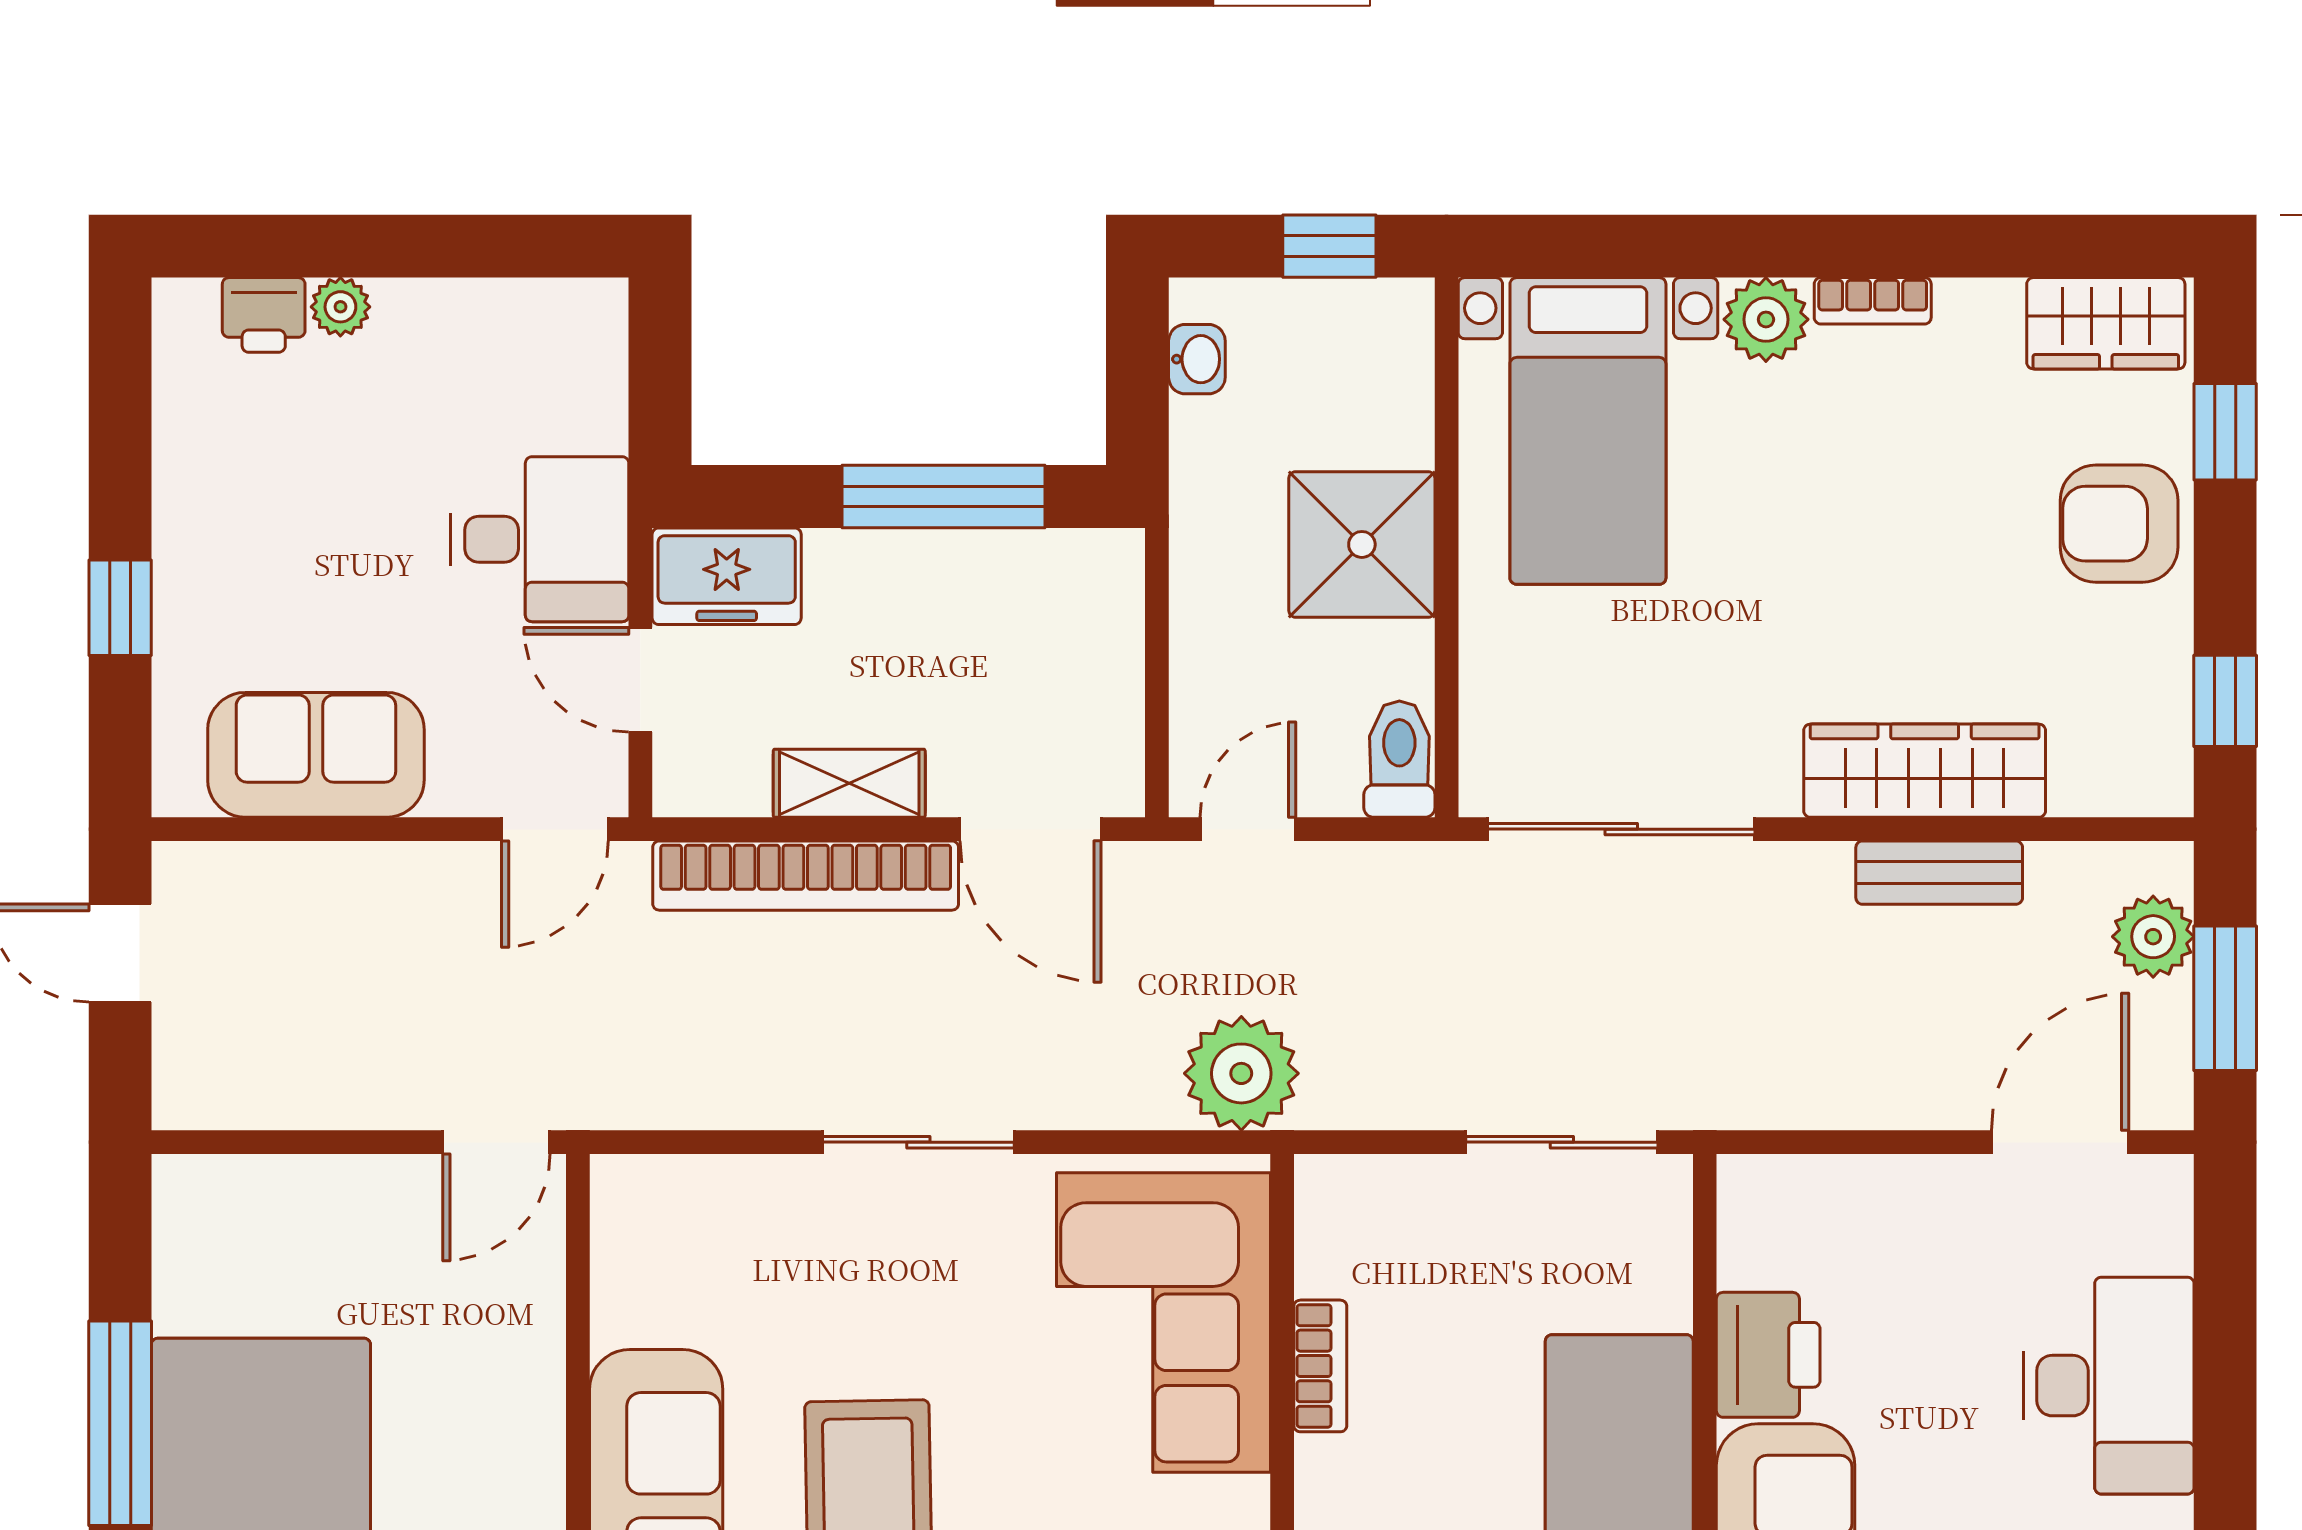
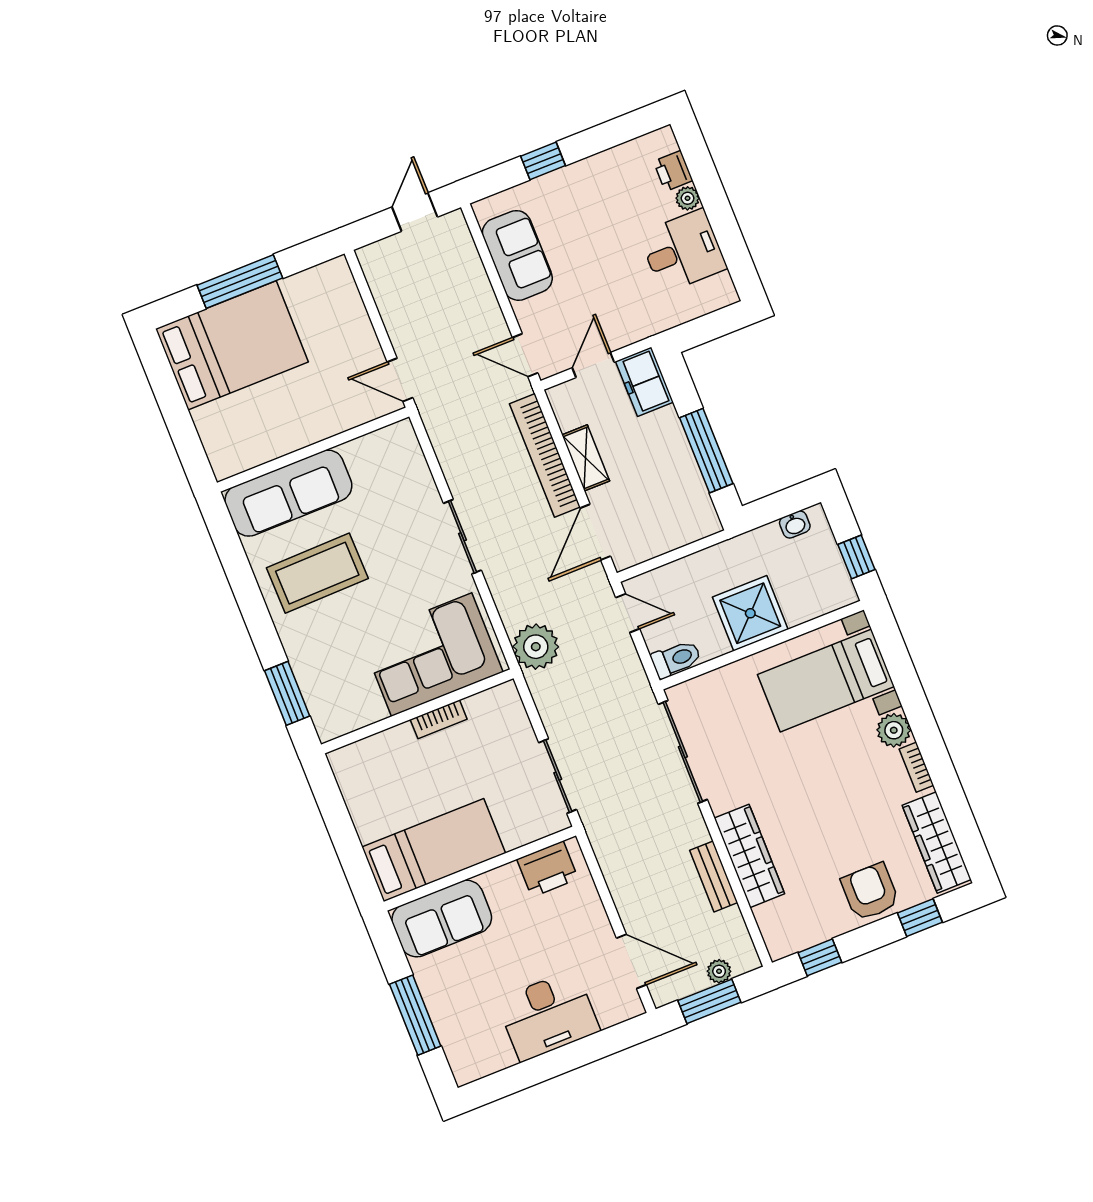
wardrobe: (2106, 323) -> (937, 842), width x1.50
desk: (540, 539) -> (683, 251), moved, turned -90
plant: (2153, 937) -> (719, 971), width x0.73, depth x0.73
printer: (1768, 1355) -> (547, 869), moved

